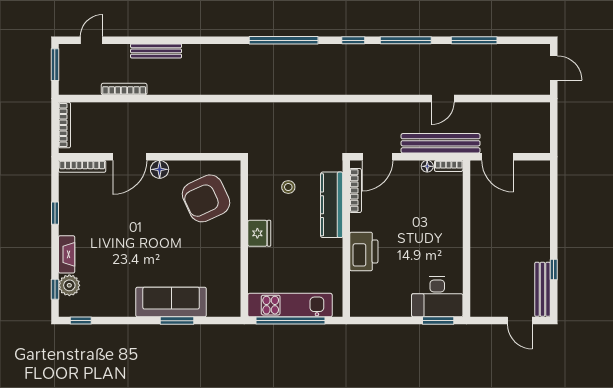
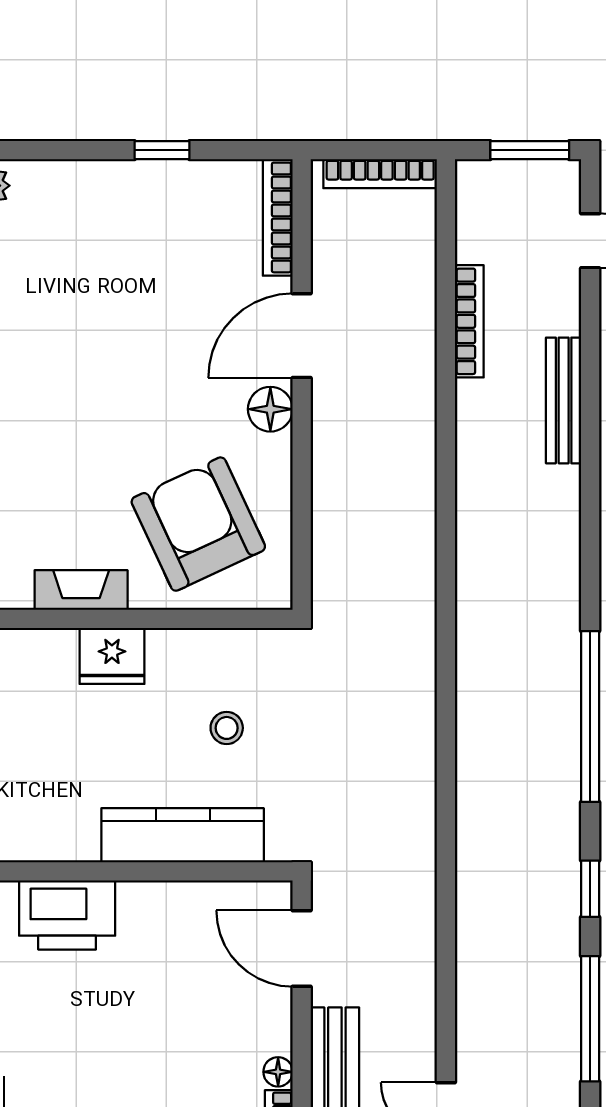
door: (130, 157) -> (302, 336), hinge flipped
bookcase: (356, 190) -> (218, 895), removed
fireplace: (67, 254) -> (81, 590), moved, turned 180

